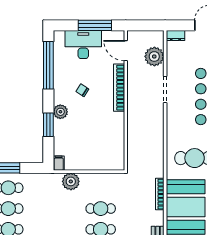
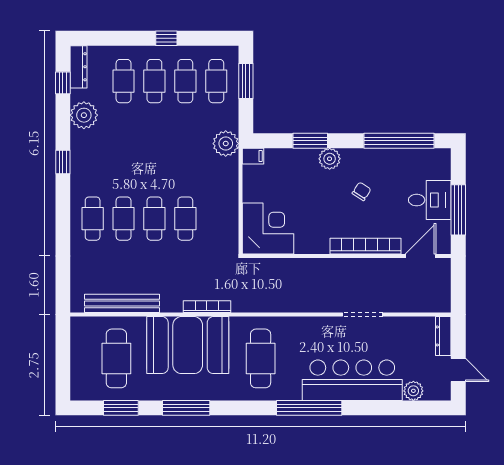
dresser: (175, 35) -> (443, 336), width x1.44
desk: (83, 45) -> (430, 200), width x0.73
plant: (154, 56) -> (412, 298), removed
corner desk: (107, 153) -> (268, 228), added
plant: (71, 181) -> (226, 144), moved

